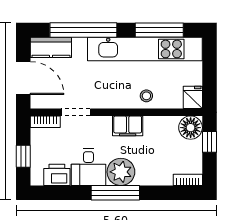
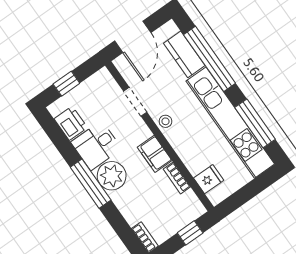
kitchen counter: (51, 47) -> (184, 54), moved
stool: (146, 96) -> (165, 121), moved
fridge: (193, 97) -> (209, 179), moved
bookcase: (45, 122) -> (177, 178), moved
floor lamp: (191, 128) -> (191, 208), removed

